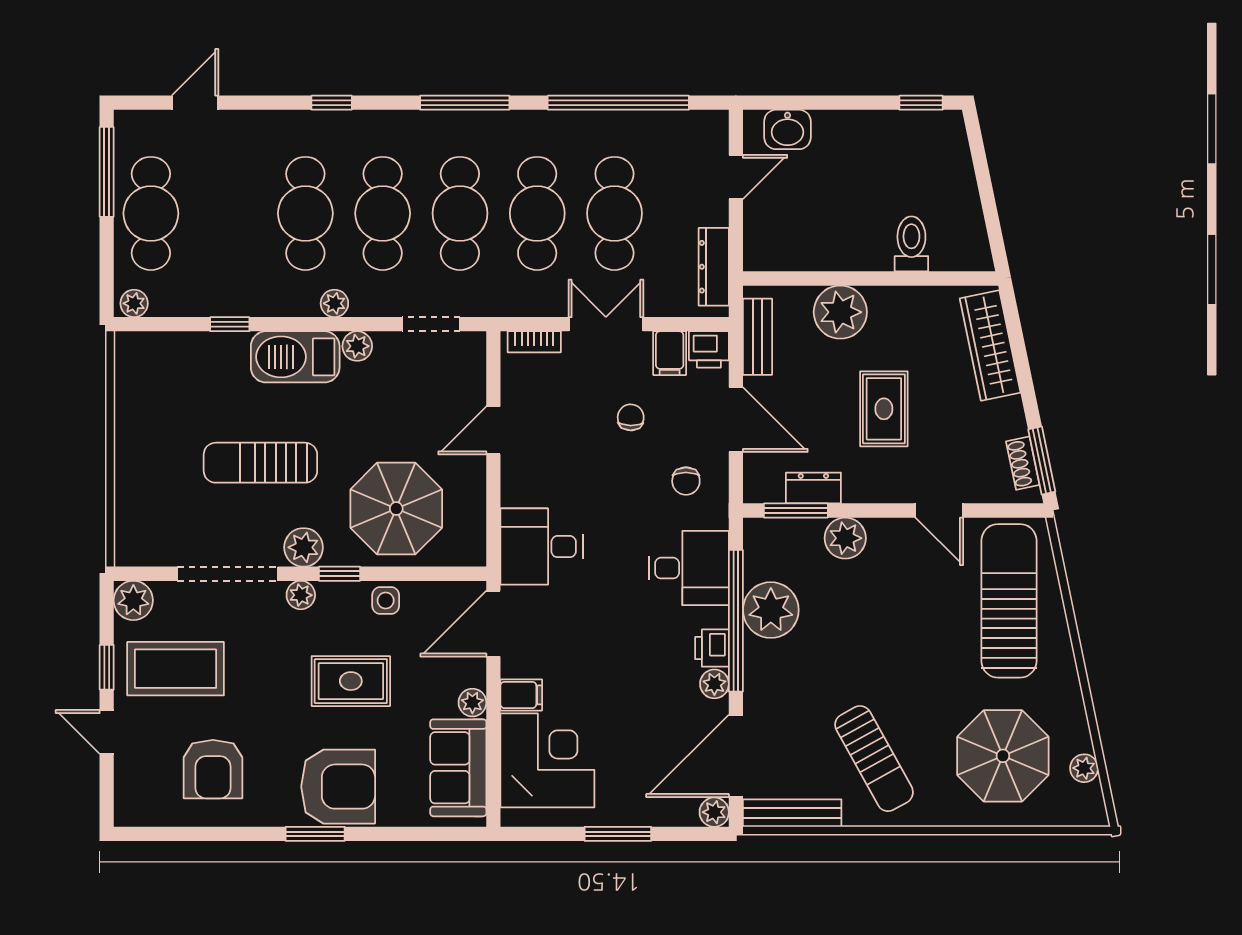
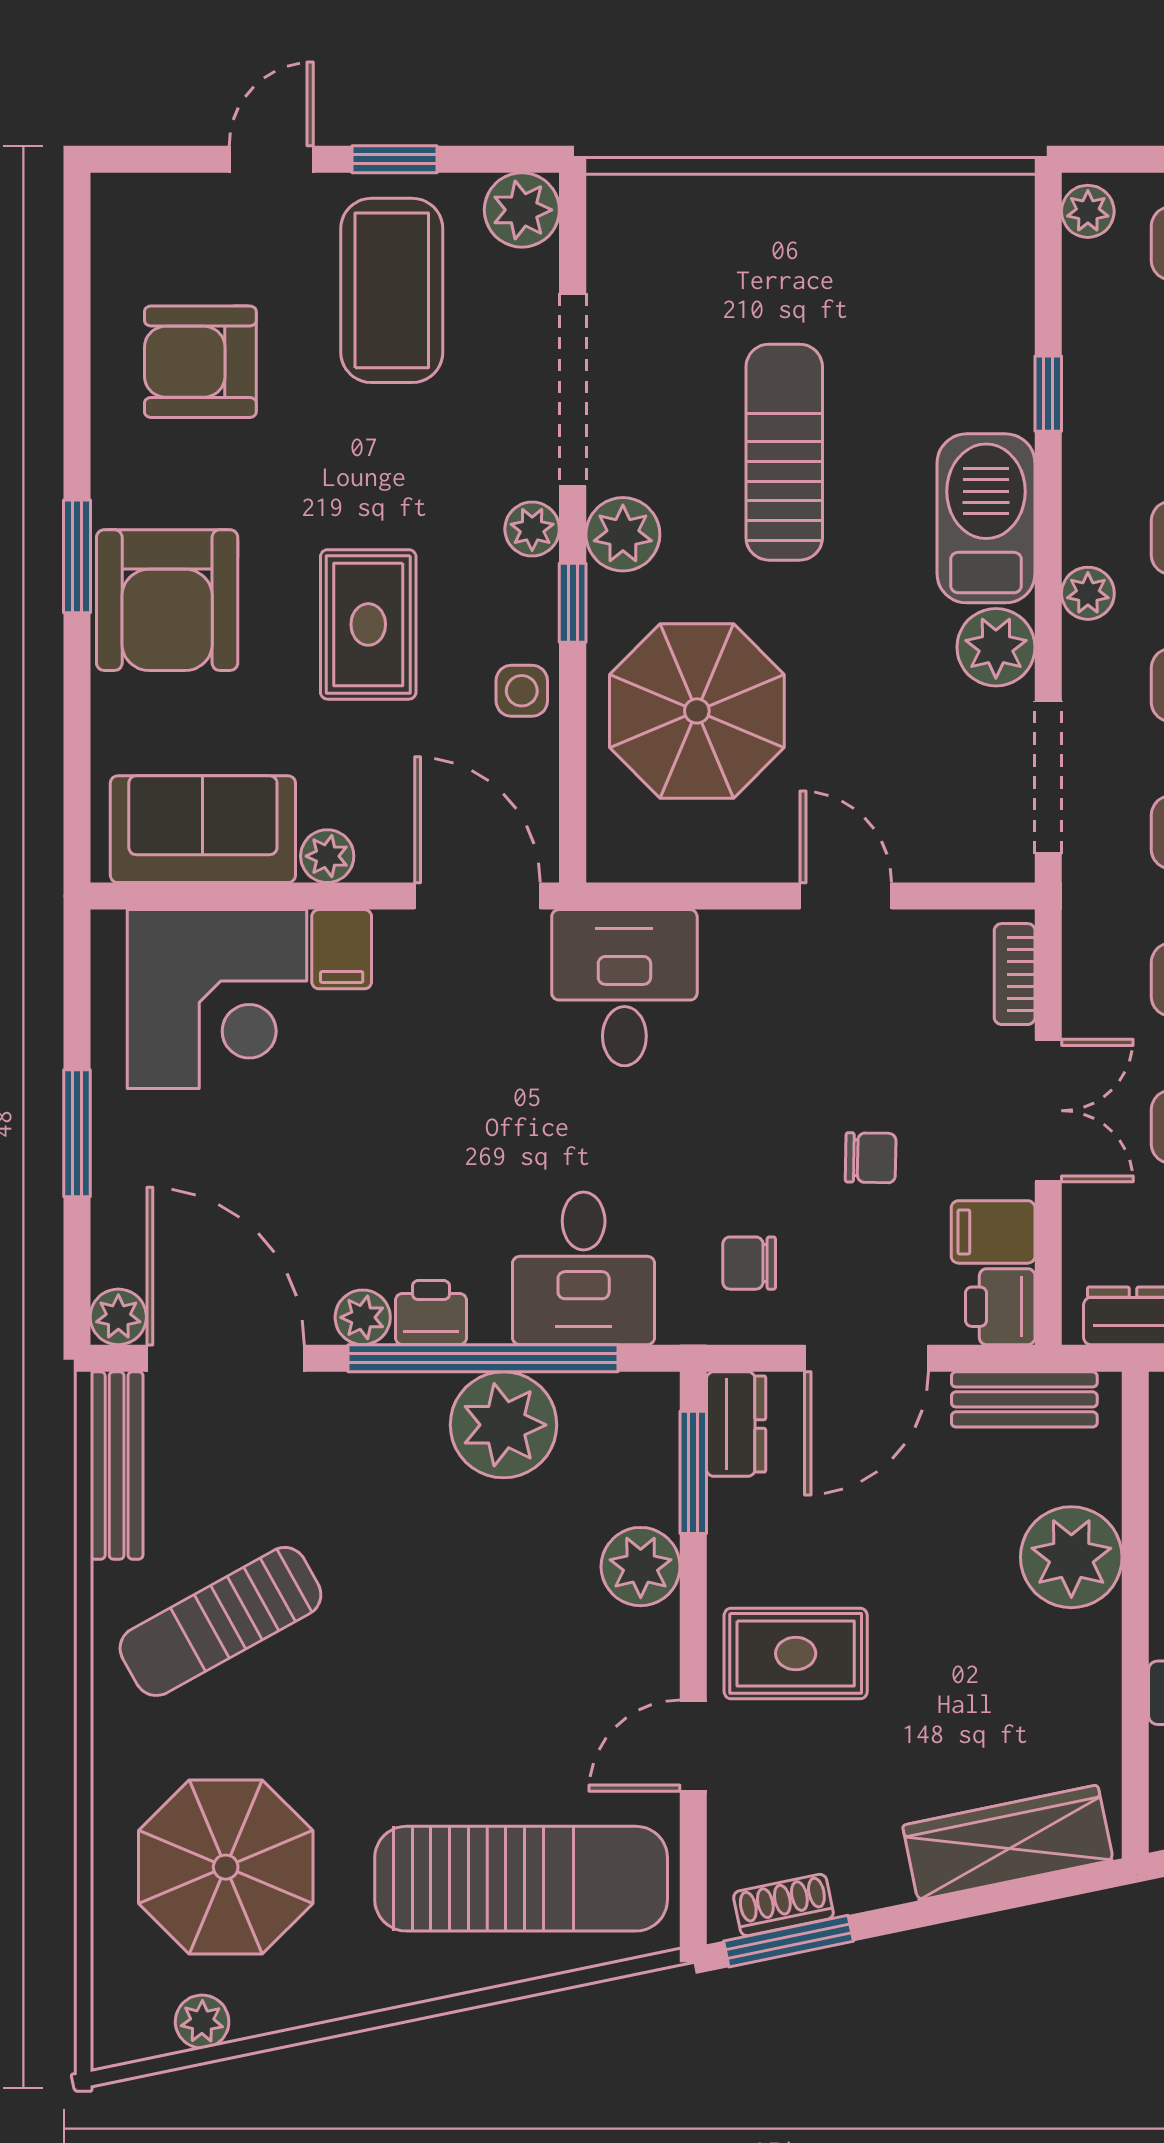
doorway: (431, 324) -> (1048, 777), width x1.38
plant: (357, 346) -> (996, 647), width x1.38, depth x1.38
rug: (884, 409) -> (796, 1653), moved
dresser: (813, 488) -> (736, 1424), moved

